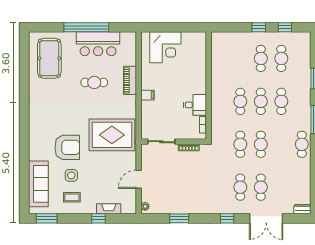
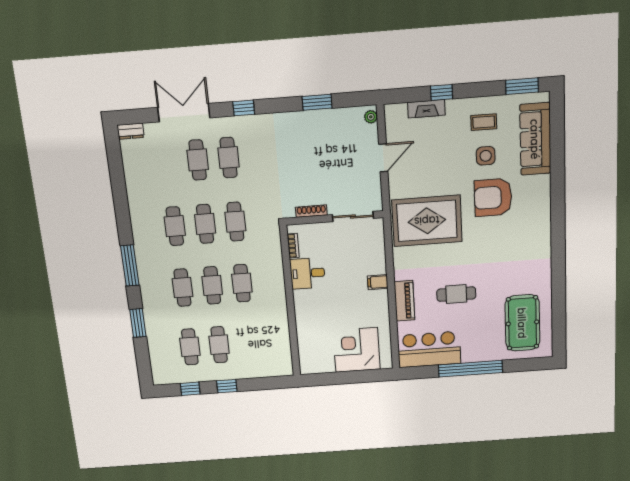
bar counter: (98, 44) -> (429, 349), moved
cafe table: (302, 144) -> (175, 226), moved

